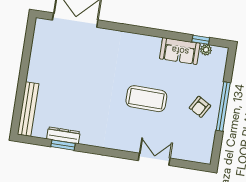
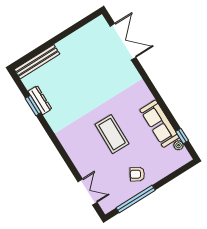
sofa: (180, 51) -> (160, 124), width x1.36
window: (223, 107) -> (136, 199), moved
double door: (154, 159) -> (87, 192), moved

